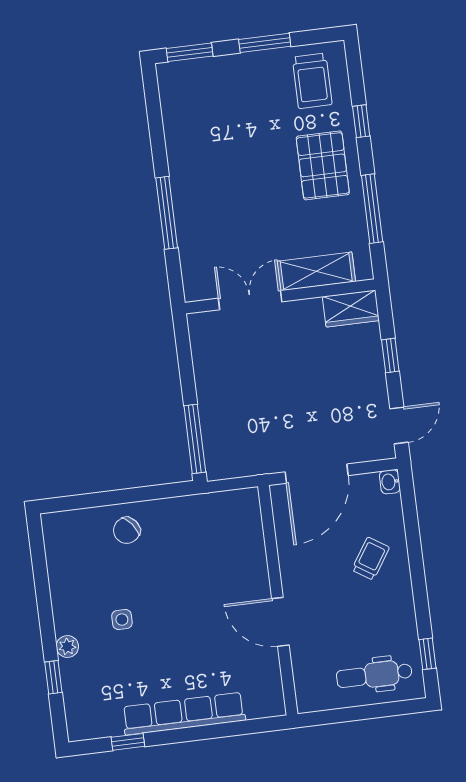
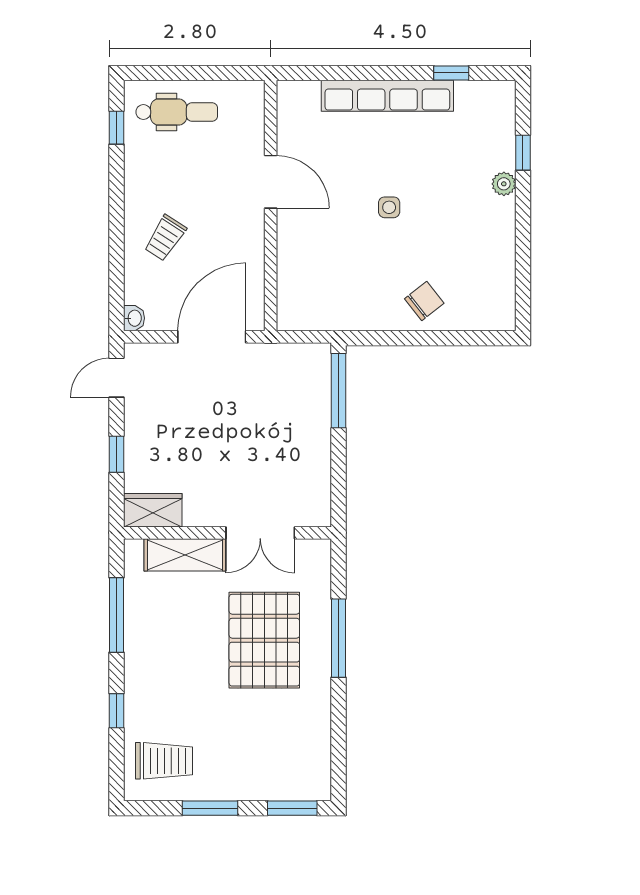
trolley: (312, 81) -> (164, 761), turned 90
pallet: (323, 165) -> (264, 640), moved, width x1.37, depth x1.41
side table: (122, 620) -> (389, 207), moved

